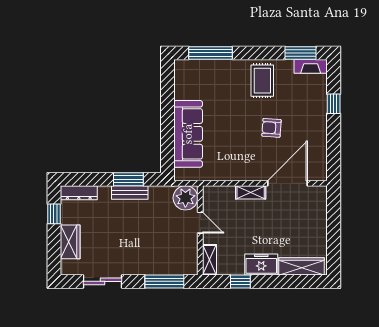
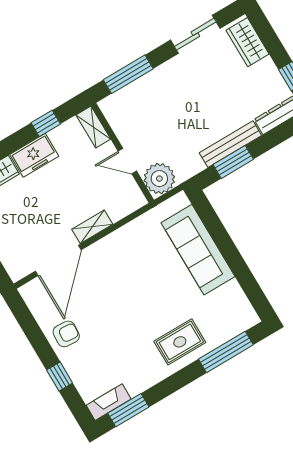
rug: (262, 81) -> (180, 342), moved, turned 90
armchair: (271, 128) -> (66, 334), moved
bench: (130, 192) -> (230, 144), width x1.36
wardrobe: (70, 242) -> (248, 42), moved

